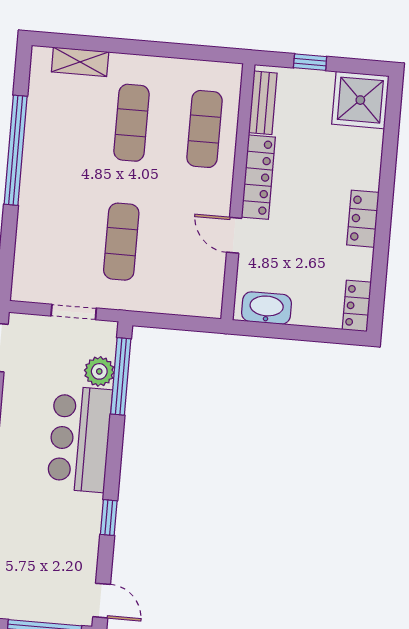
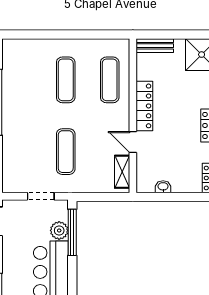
shelving: (80, 62) -> (122, 172), moved, turned 90
window: (310, 62) -> (170, 34), removed
bench: (263, 103) -> (155, 46), moved, turned 90
washbasin: (266, 308) -> (163, 187), width x0.52, depth x0.69

